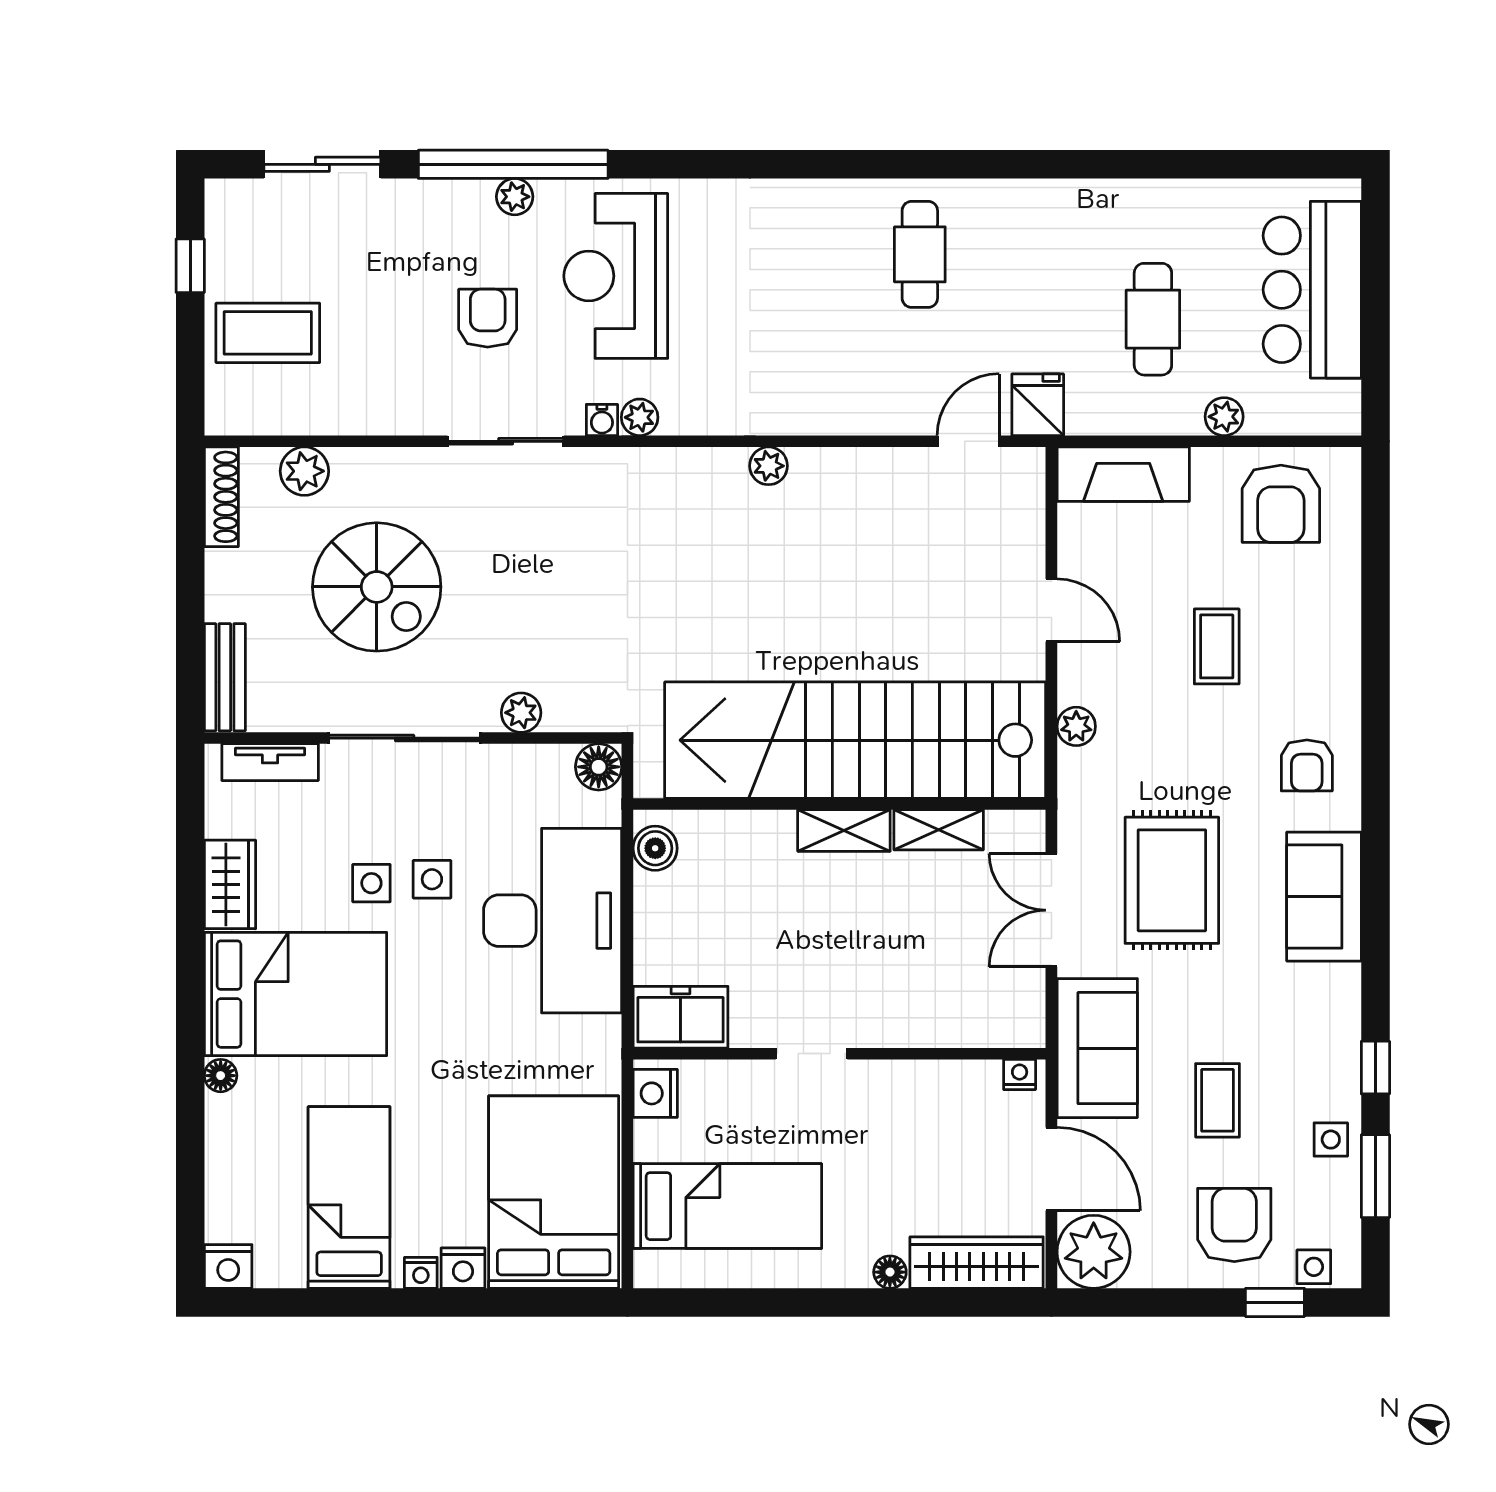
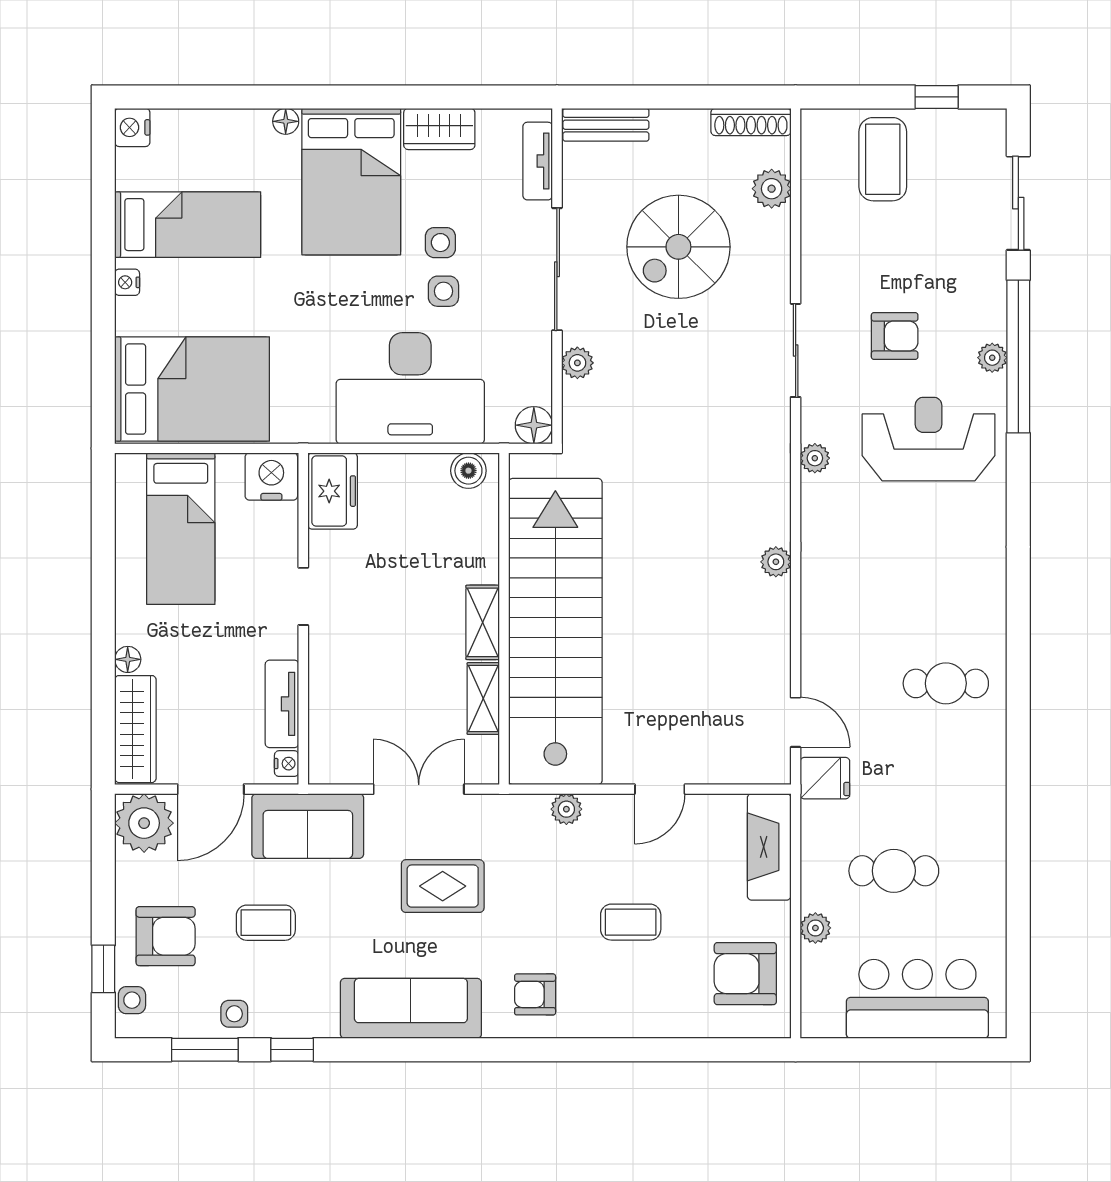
water cooler: (602, 420) -> (813, 428), removed
rug: (1172, 880) -> (443, 886), width x0.73, depth x0.70
sofa: (1324, 897) -> (411, 1008), width x1.36
tv unit: (945, 1080) -> (282, 704), added
nightstand: (655, 1093) -> (271, 476), width x1.36, depth x1.33
nightstand: (463, 1268) -> (131, 316), removed

